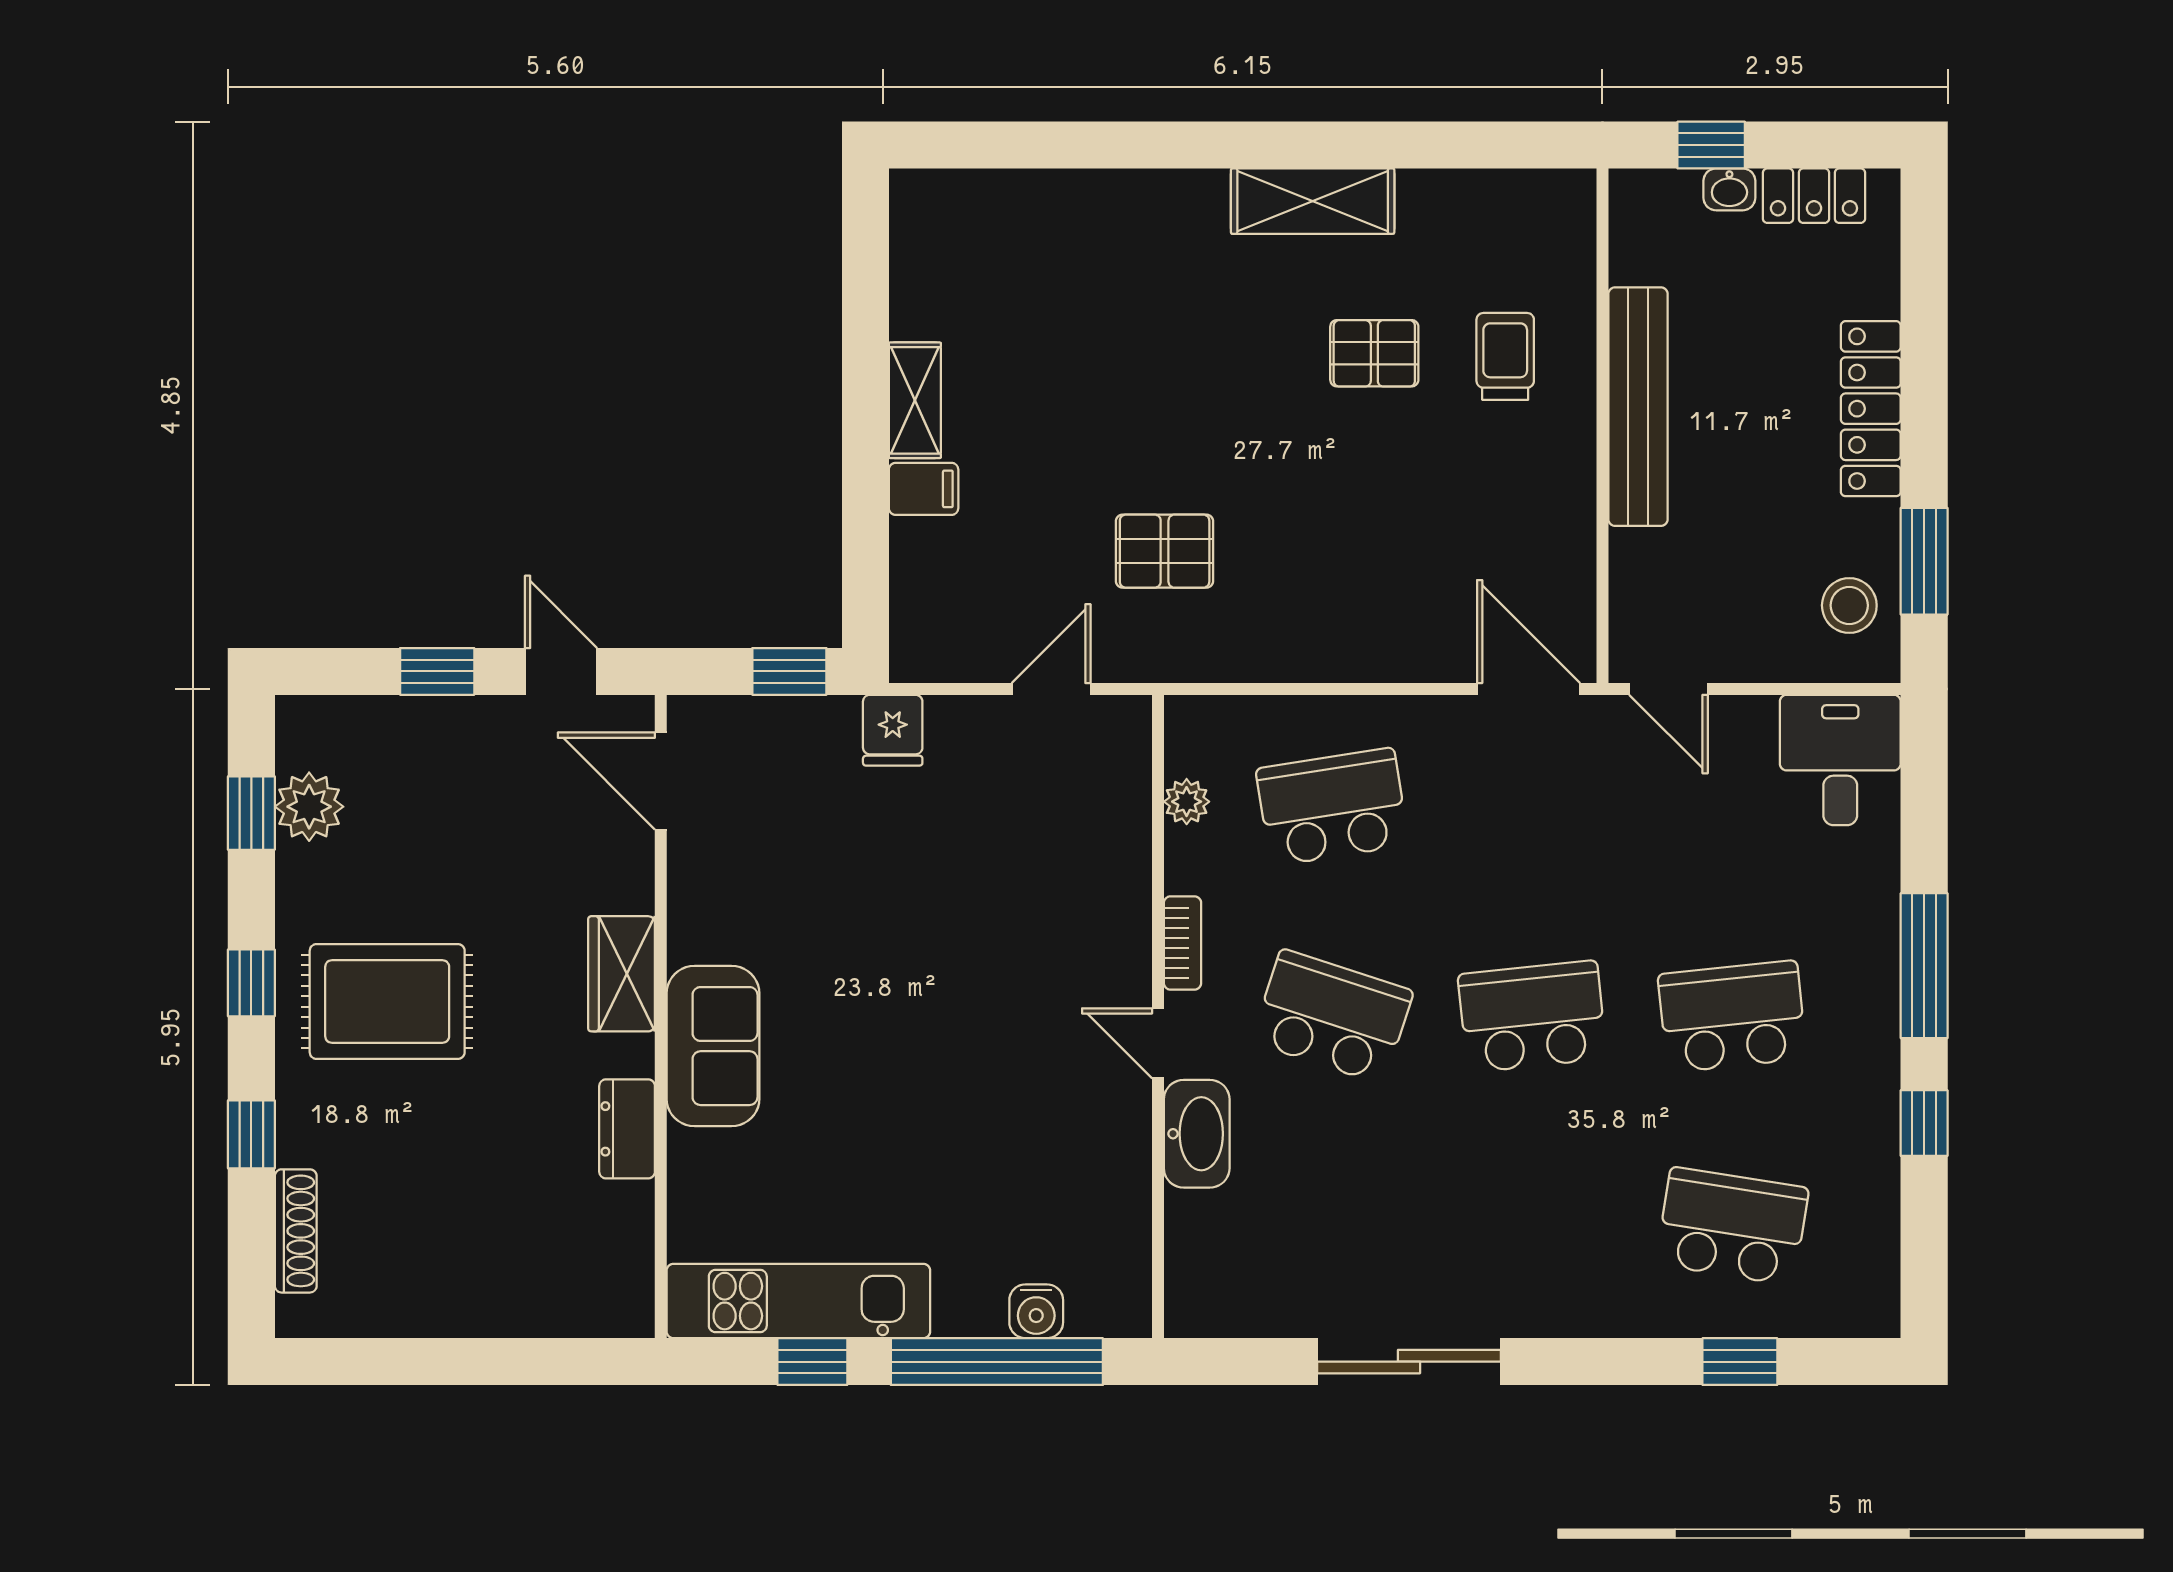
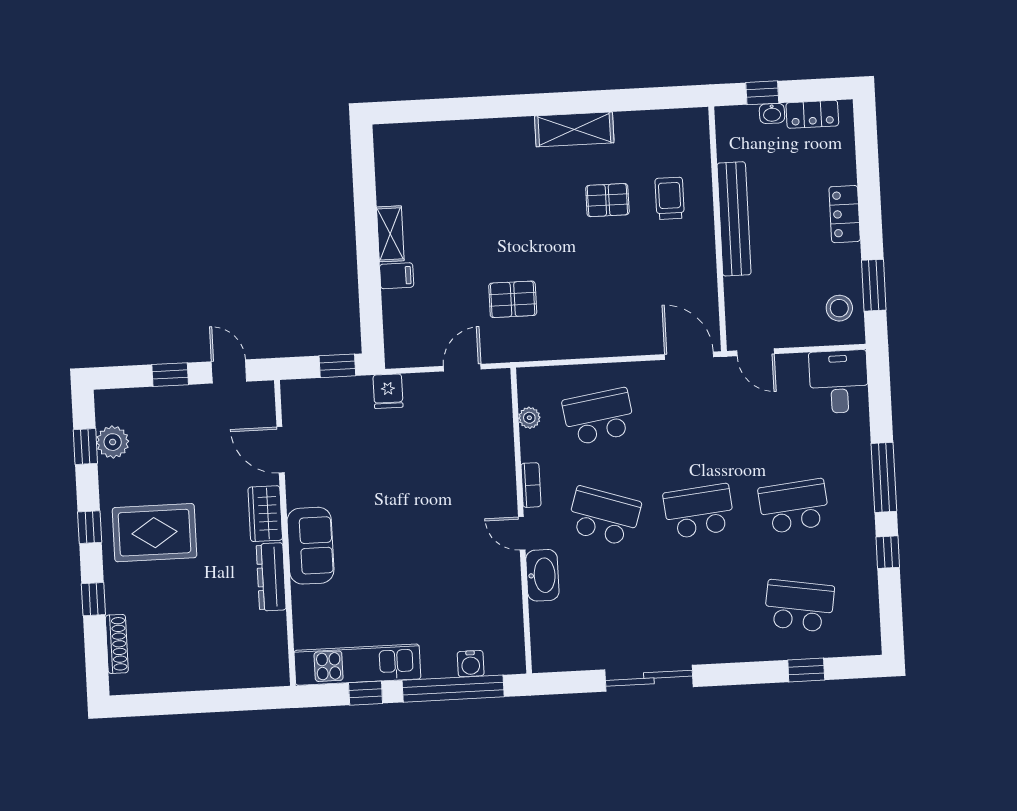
locker: (1871, 409) -> (845, 214), width x0.66
door: (661, 781) -> (281, 450), moved
dresser: (627, 1129) -> (271, 577), width x1.44

